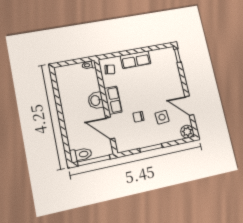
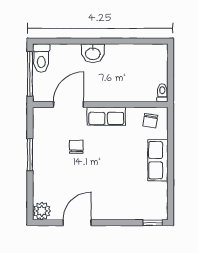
washbasin: (96, 100) -> (93, 53), moved, turned 180
side table: (162, 117) -> (69, 180), removed

